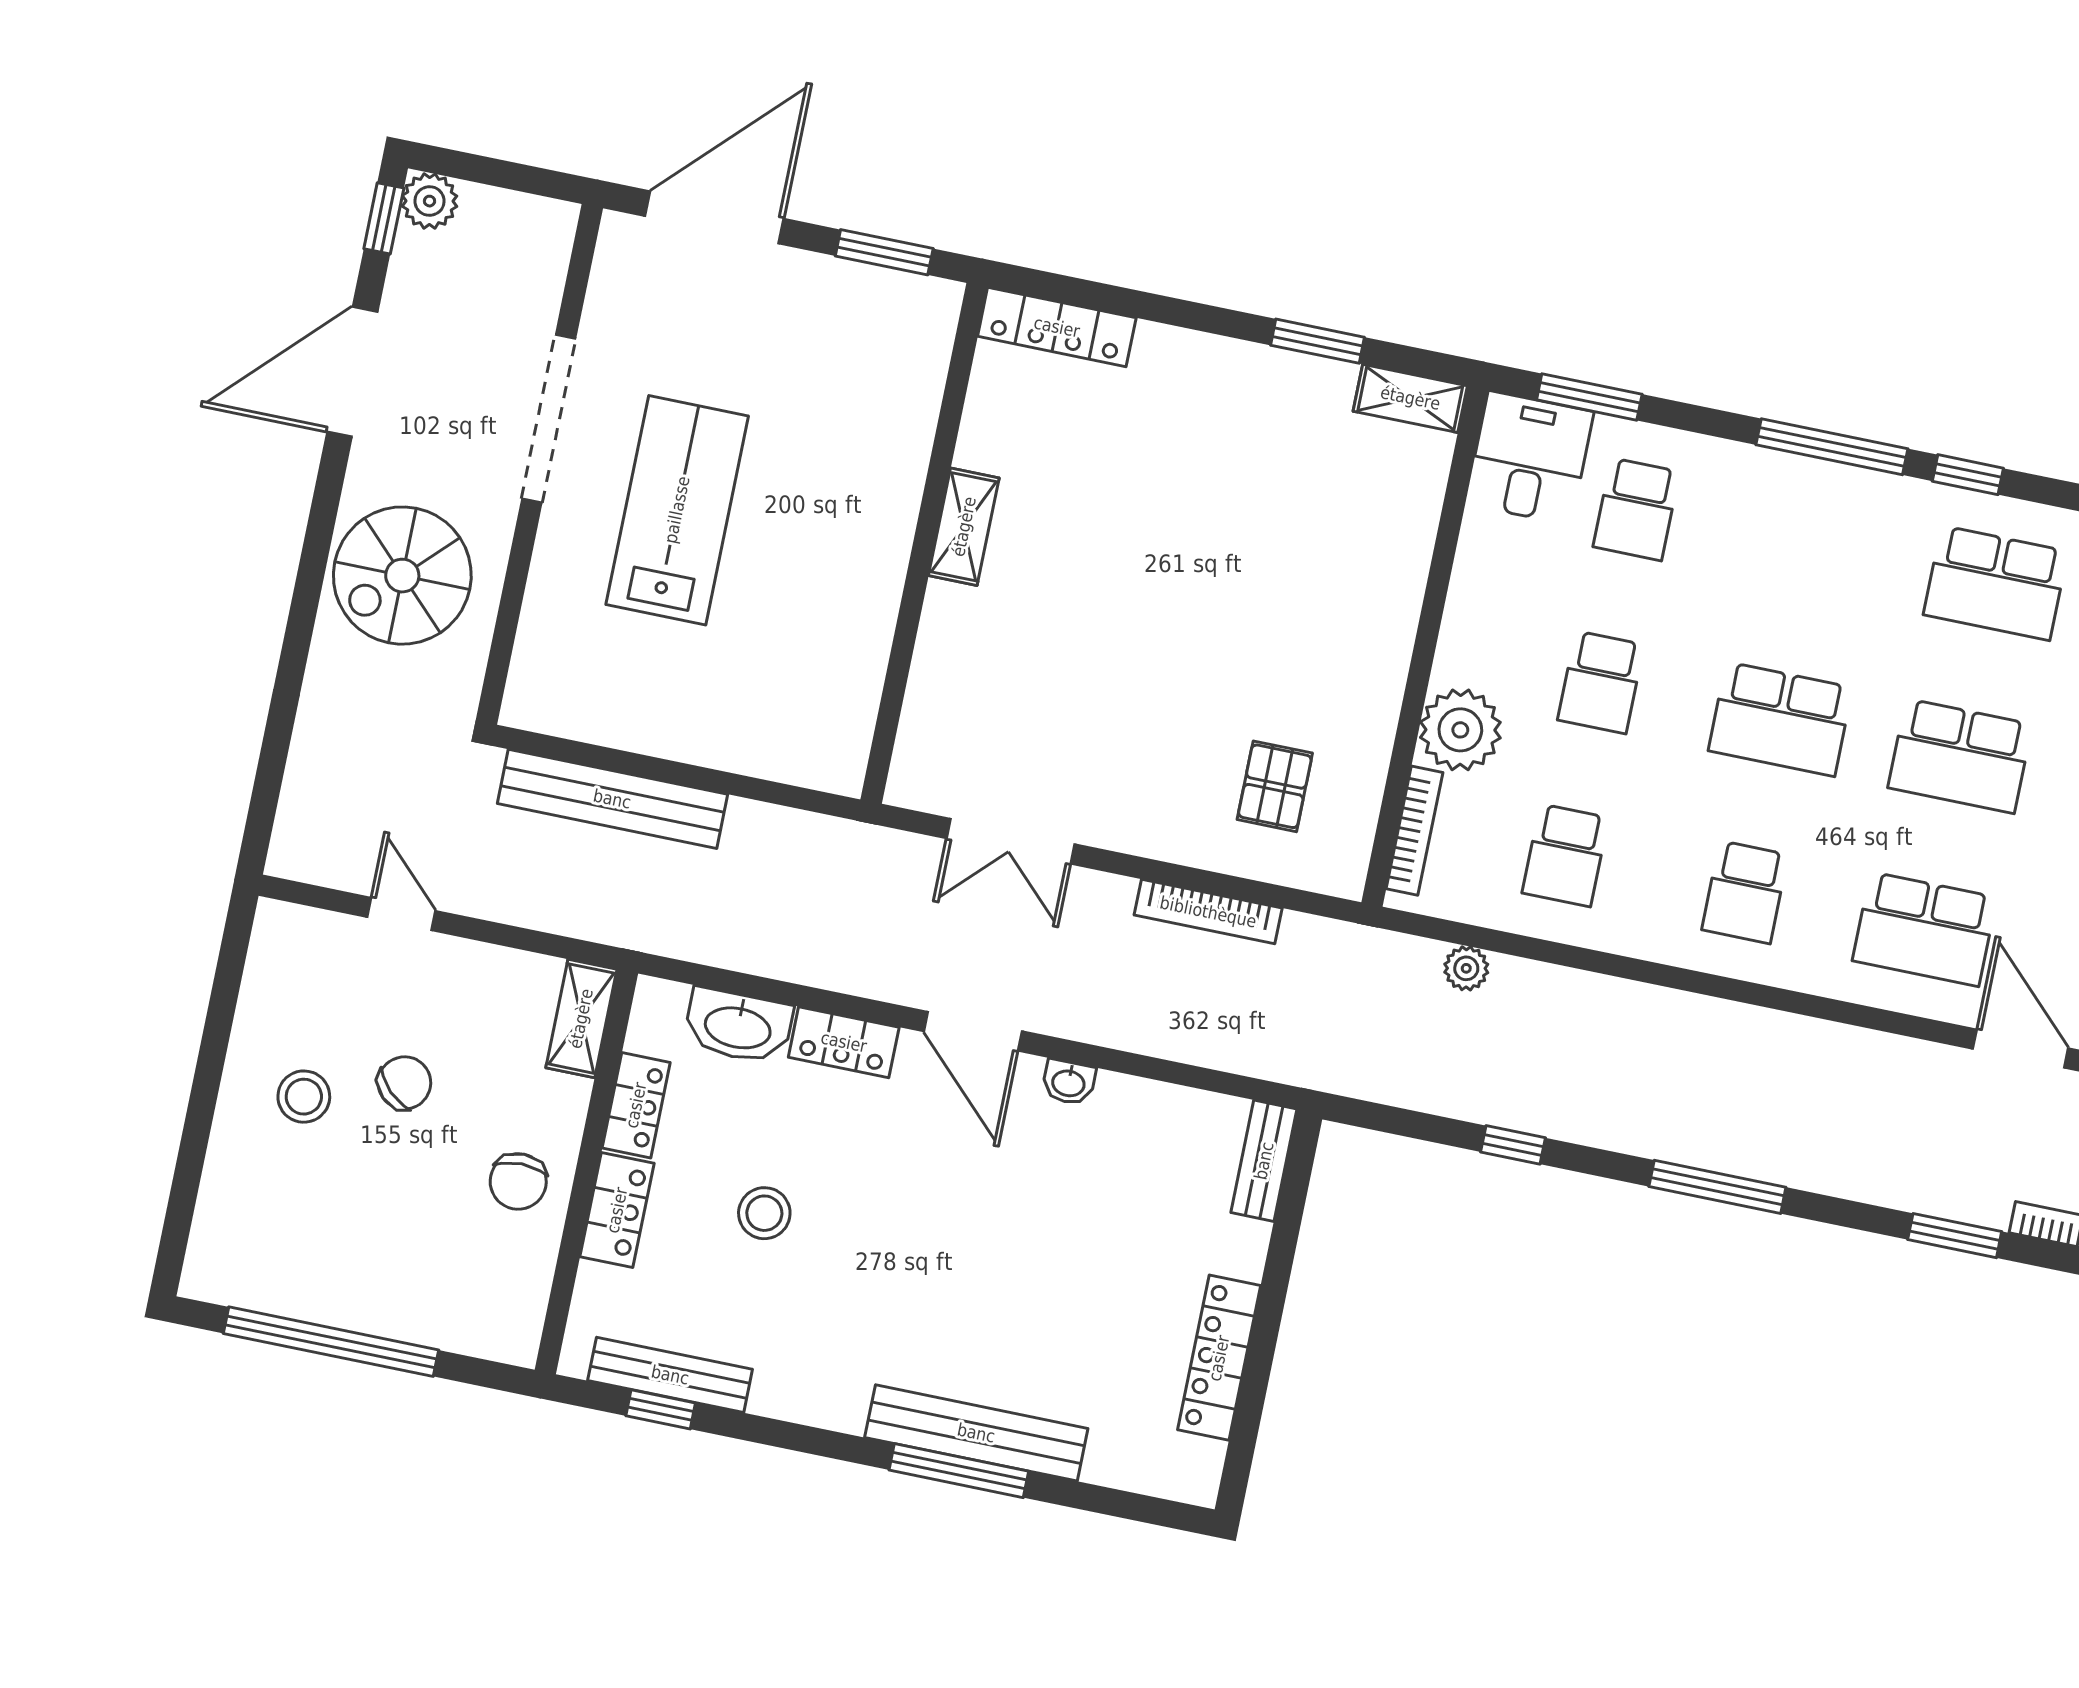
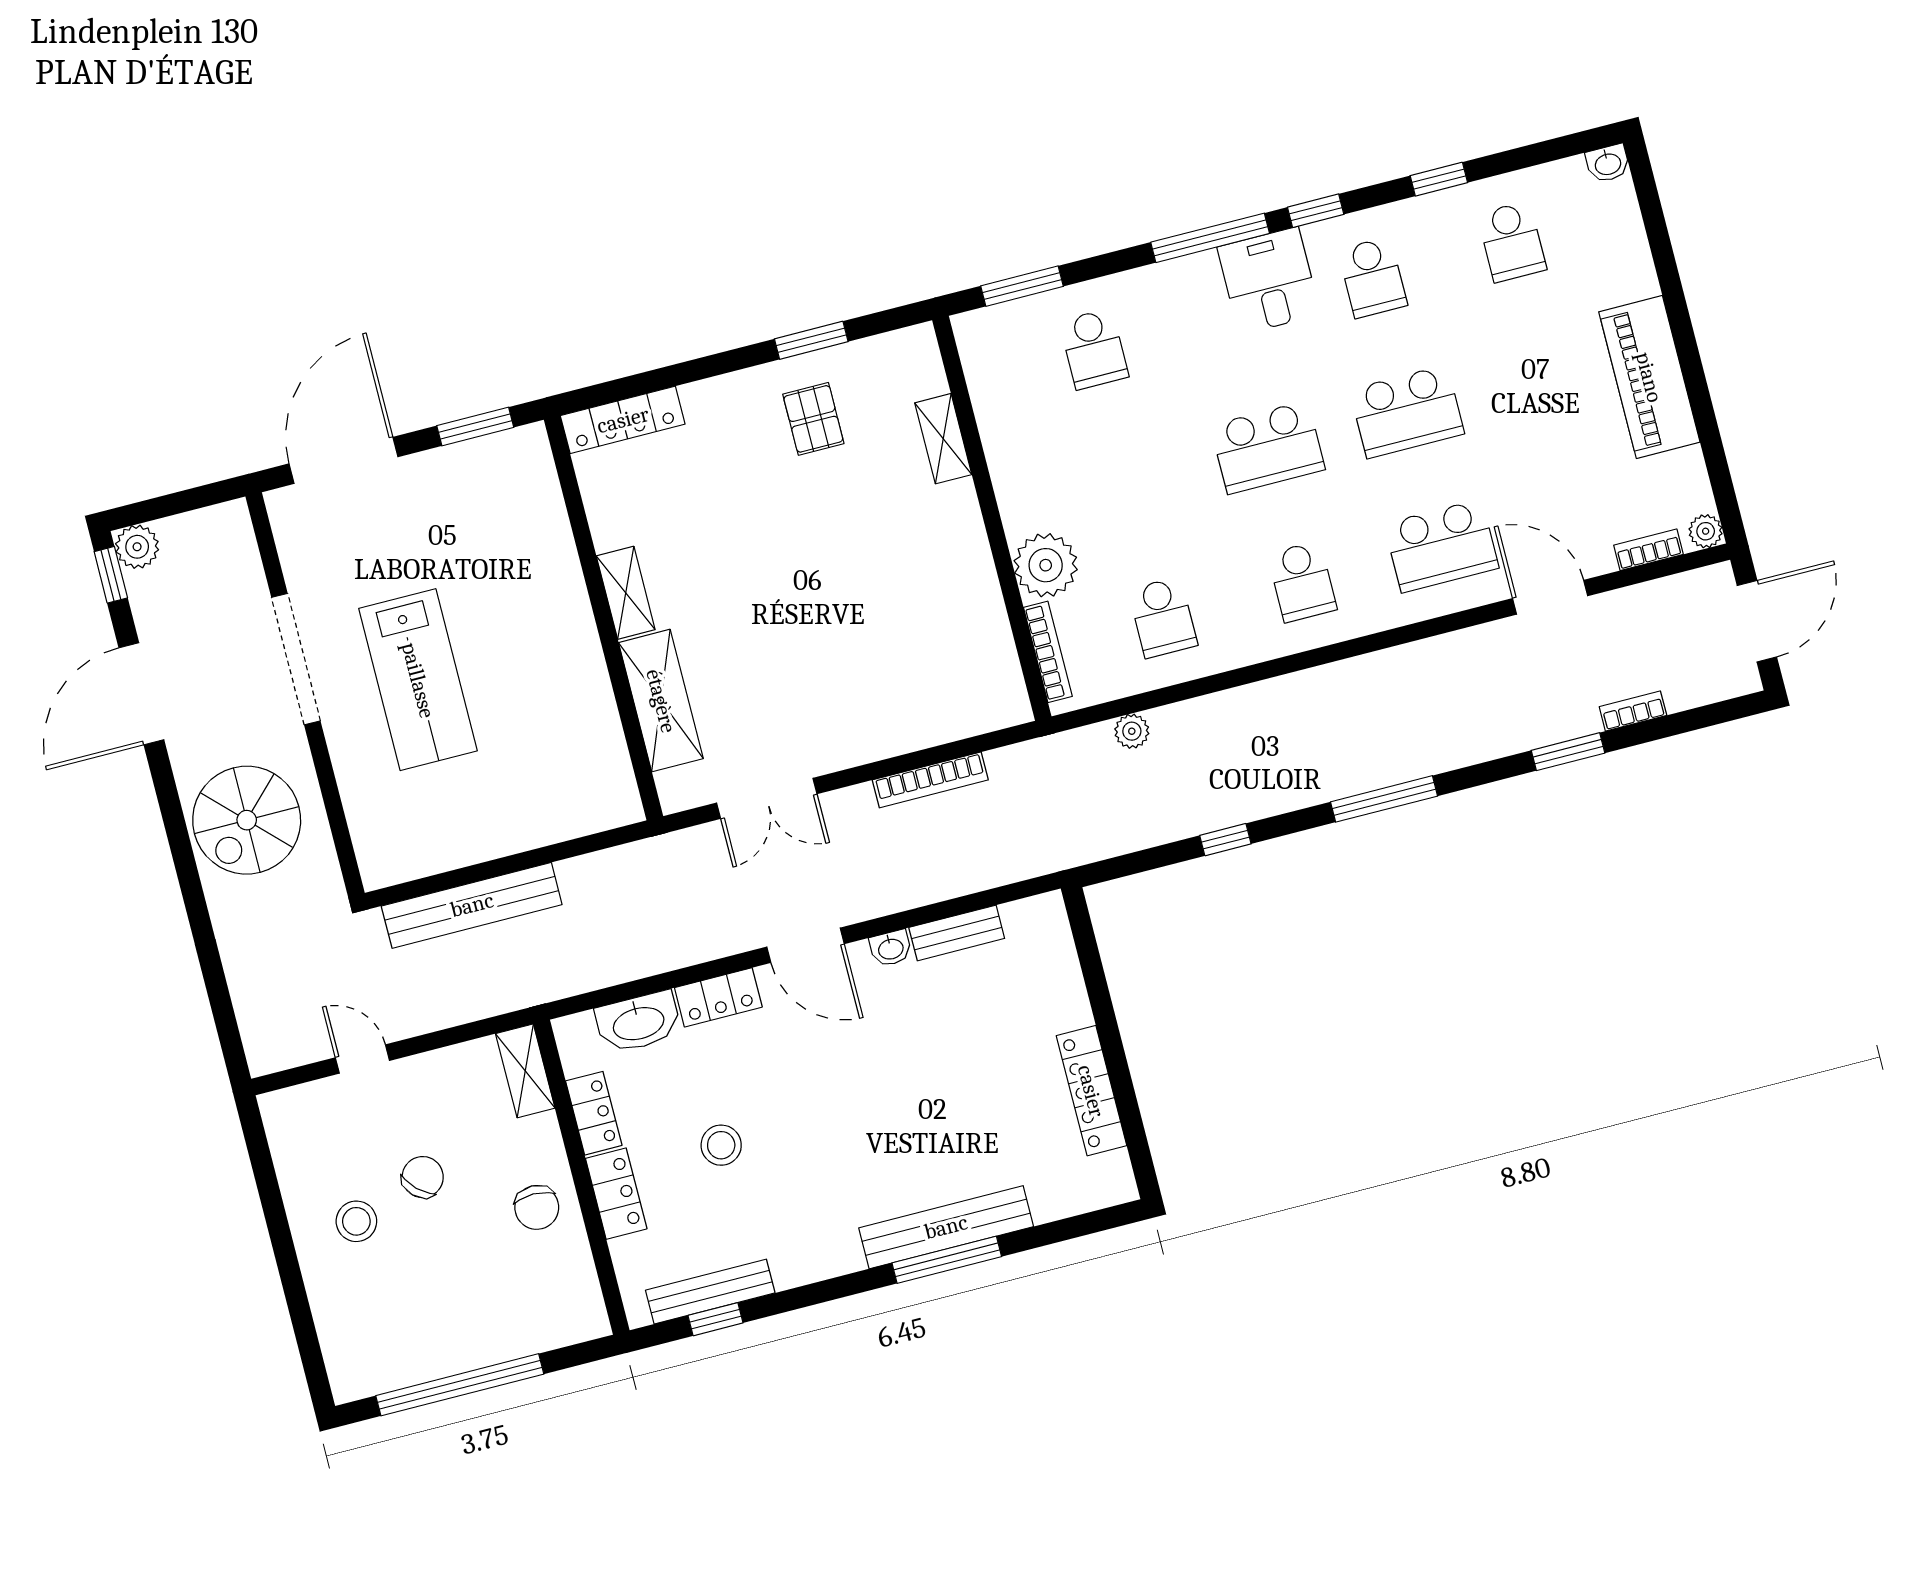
shelving: (1410, 398) -> (943, 439), moved, turned 90
desk: (1530, 458) -> (1269, 281), moved
lab bench: (677, 510) -> (418, 680), turned 180
school desk: (1996, 583) -> (1373, 278), width x0.54
shelving: (944, 670) -> (661, 701), added
school desk: (1601, 682) -> (1128, 483), removed
pallet: (1275, 786) -> (813, 419), moved
bench: (1264, 1161) -> (957, 933), moved, turned 90

